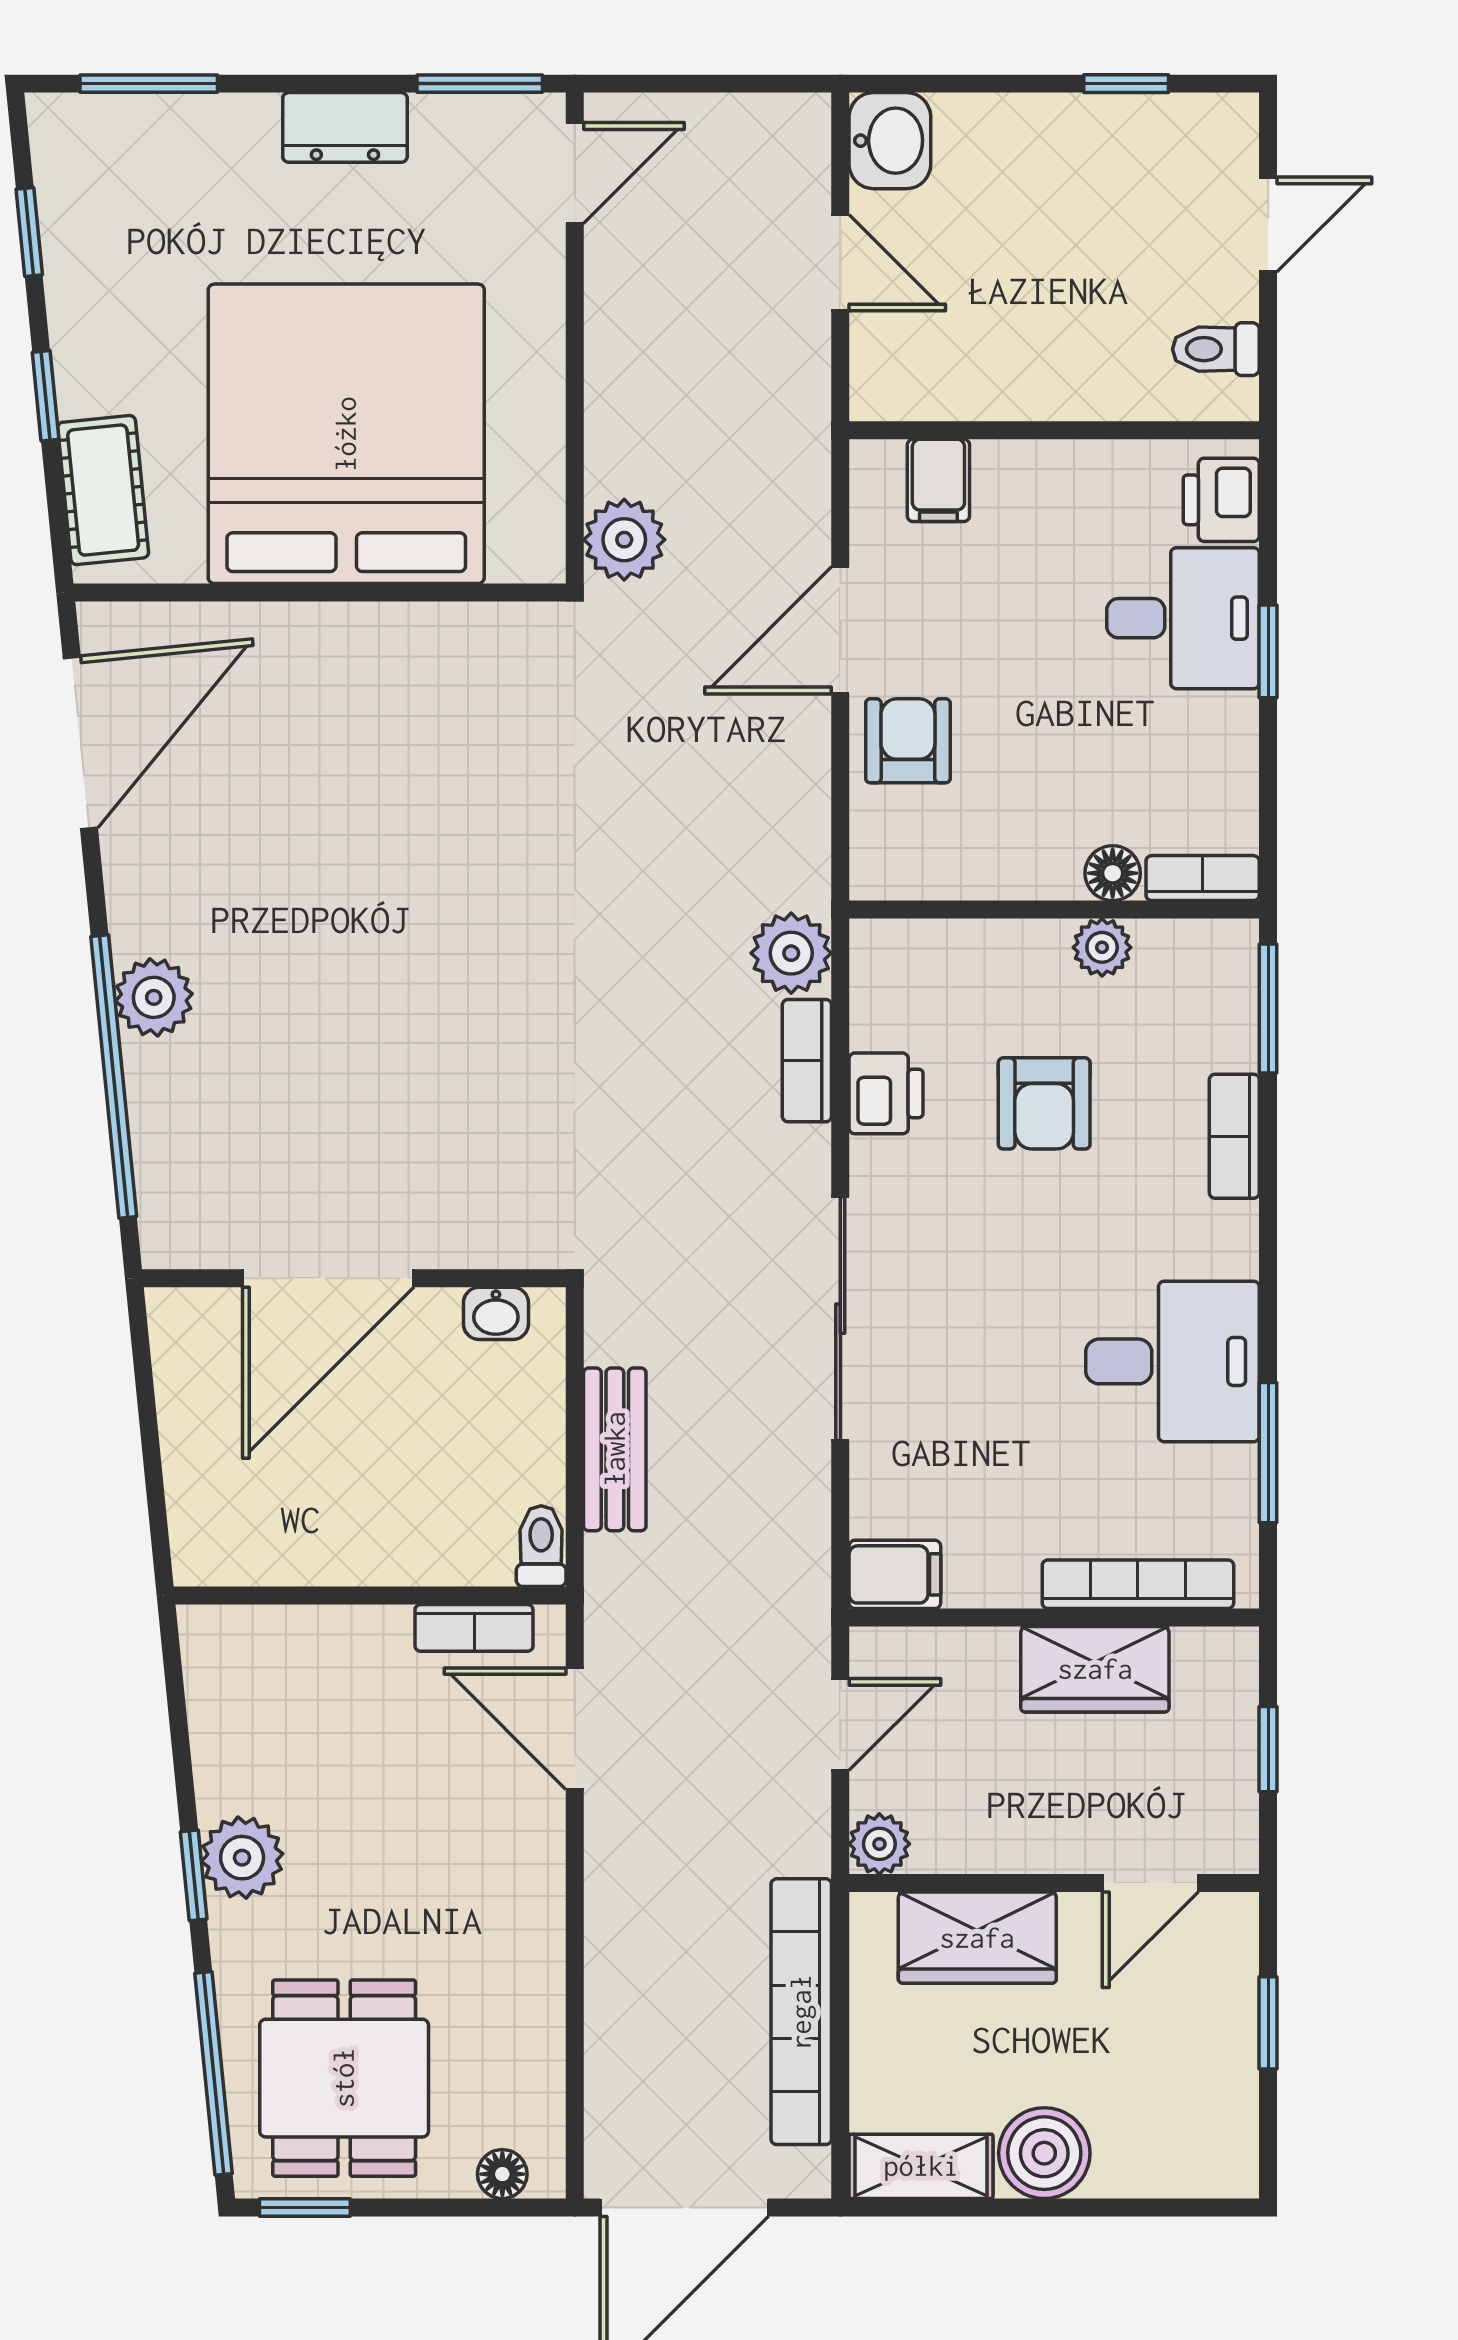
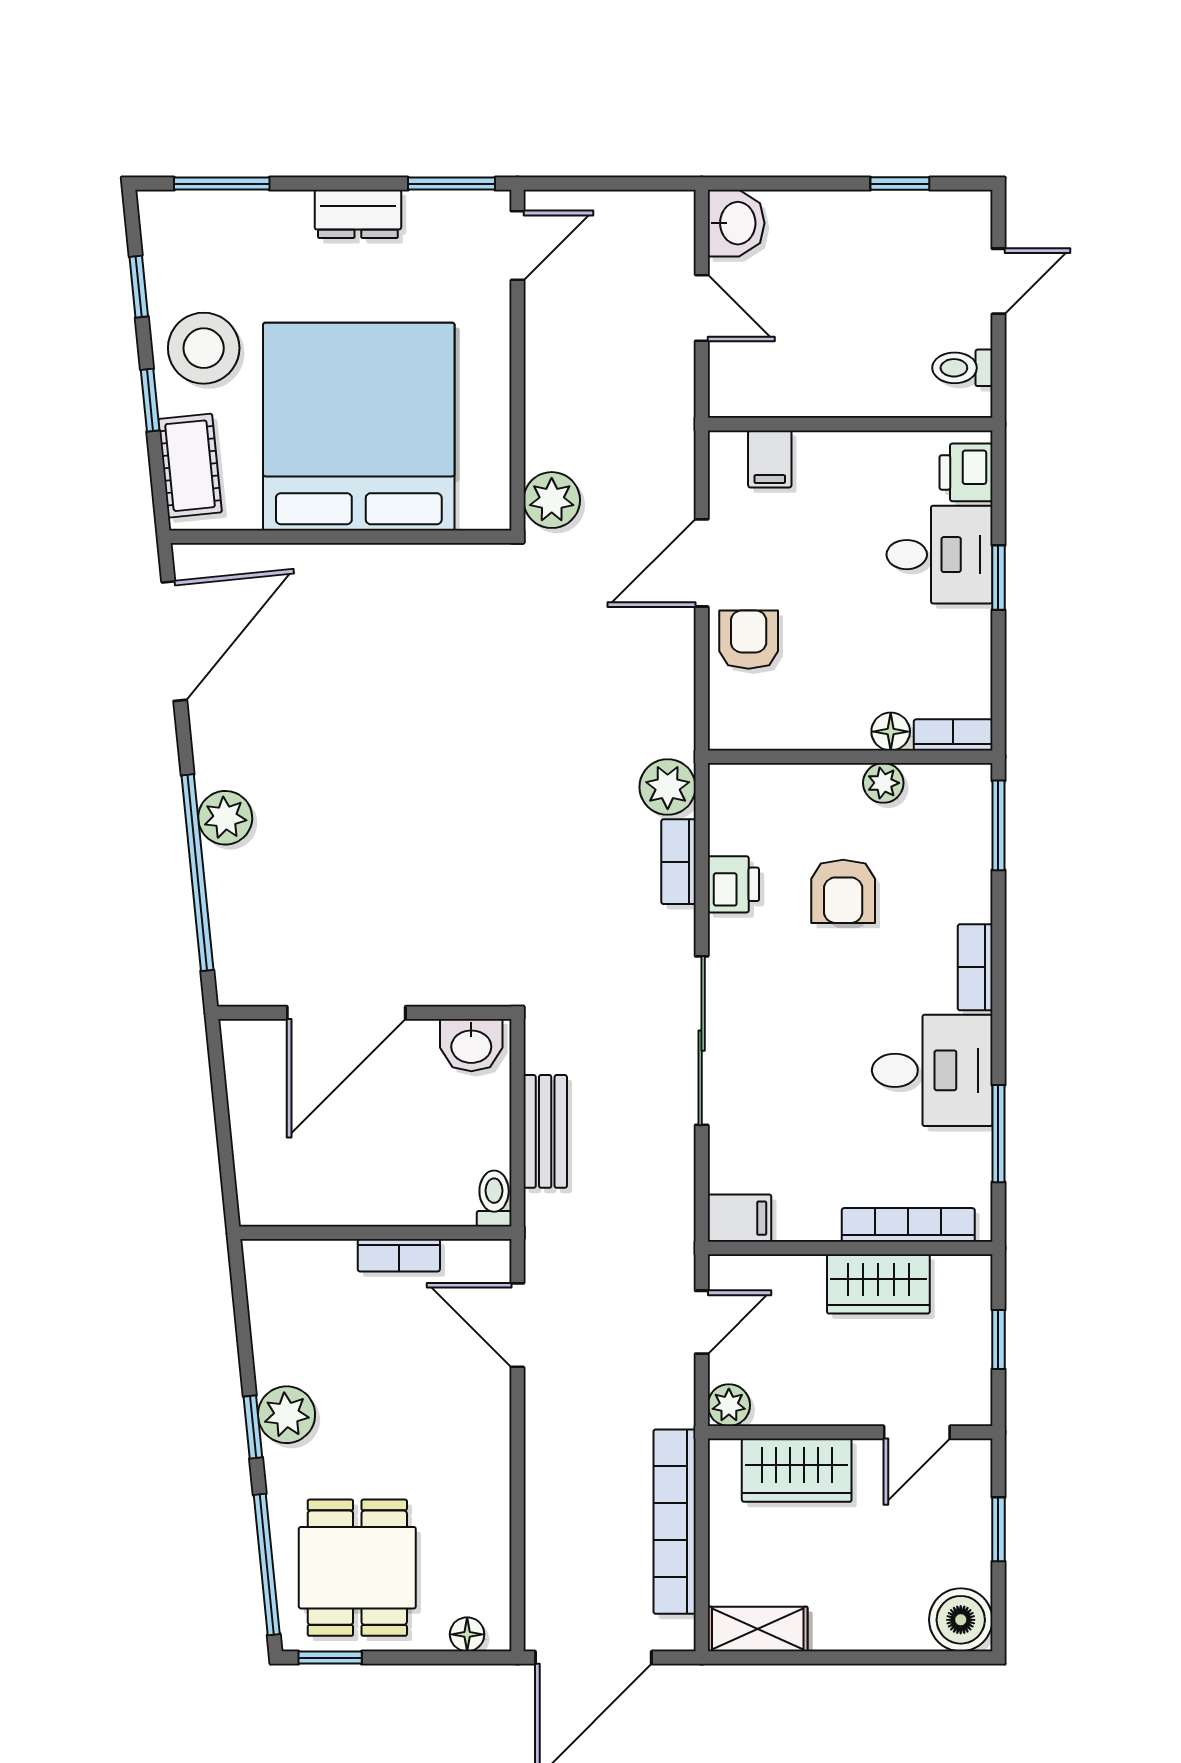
stool: (123, 321) -> (204, 348), added
bookcase: (1234, 1136) -> (975, 967), moved
washbasin: (496, 1313) -> (471, 1045), width x1.38, depth x1.45
bookcase: (474, 1628) -> (399, 1255), moved
boiler: (1044, 2153) -> (961, 1620), moved

